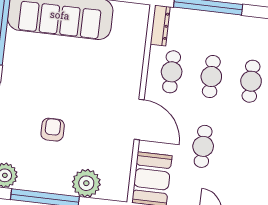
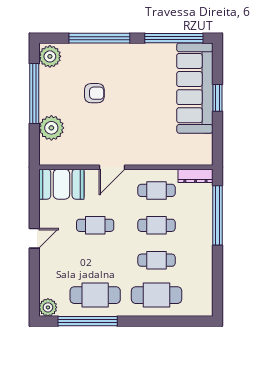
door: (139, 119) -> (112, 167), width x0.73

